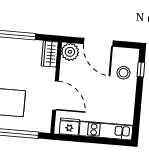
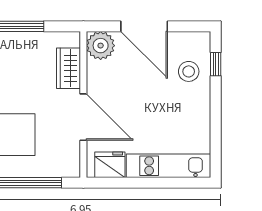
wardrobe: (50, 54) -> (69, 68), moved

